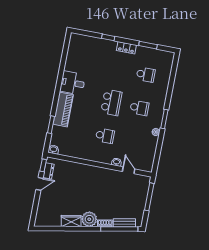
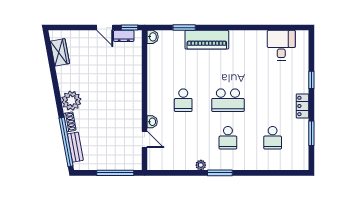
desk: (73, 83) -> (281, 45), moved
door: (129, 170) -> (145, 139), hinge flipped
wardrobe: (71, 221) -> (60, 52), moved

